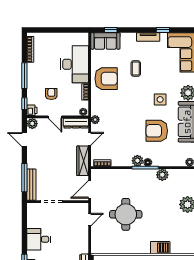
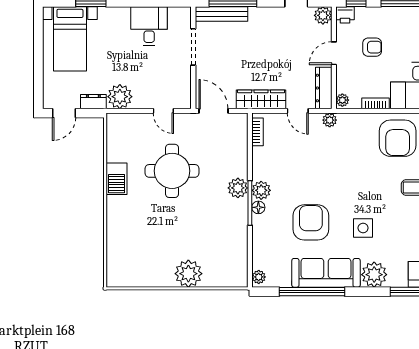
plant: (162, 175) -> (238, 188), moved
desk: (39, 239) -> (149, 26), moved
plant: (81, 246) -> (120, 97), added
barbecue: (160, 248) -> (117, 179), moved

